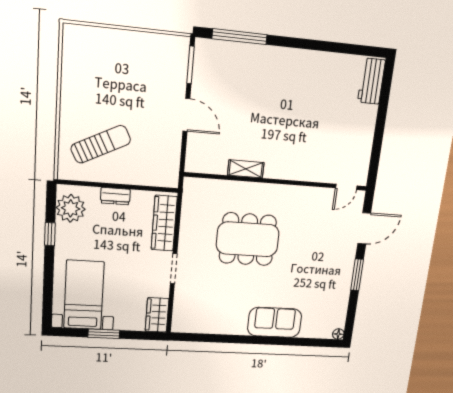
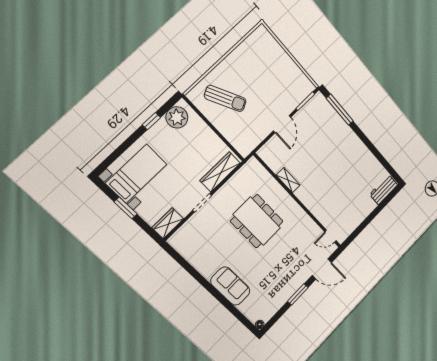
dresser: (115, 196) -> (207, 133), removed

